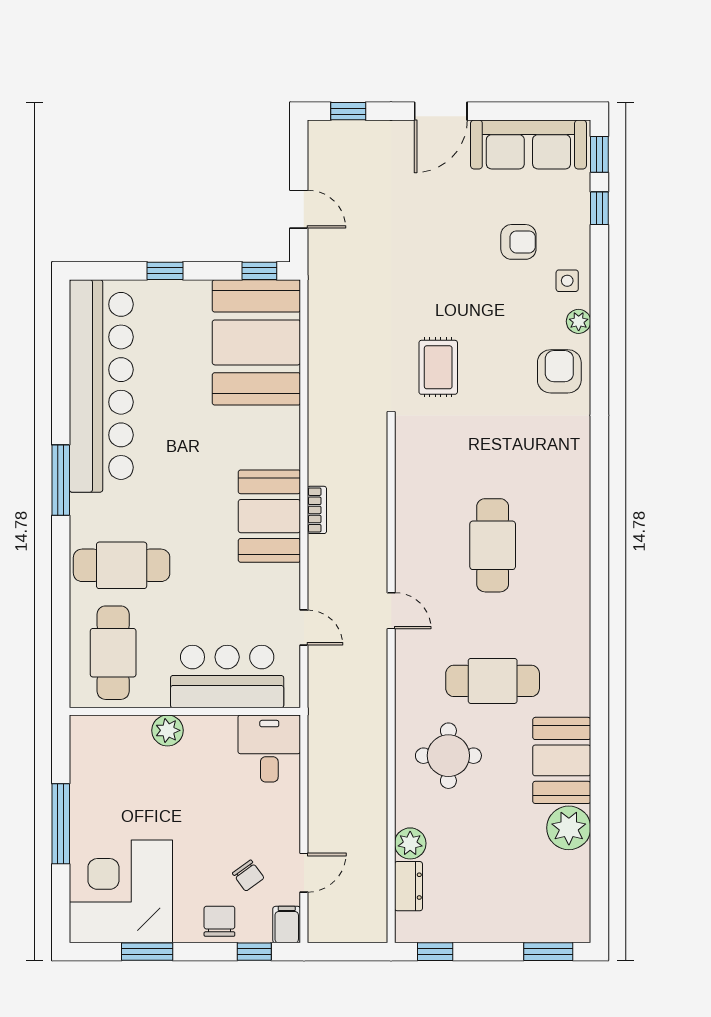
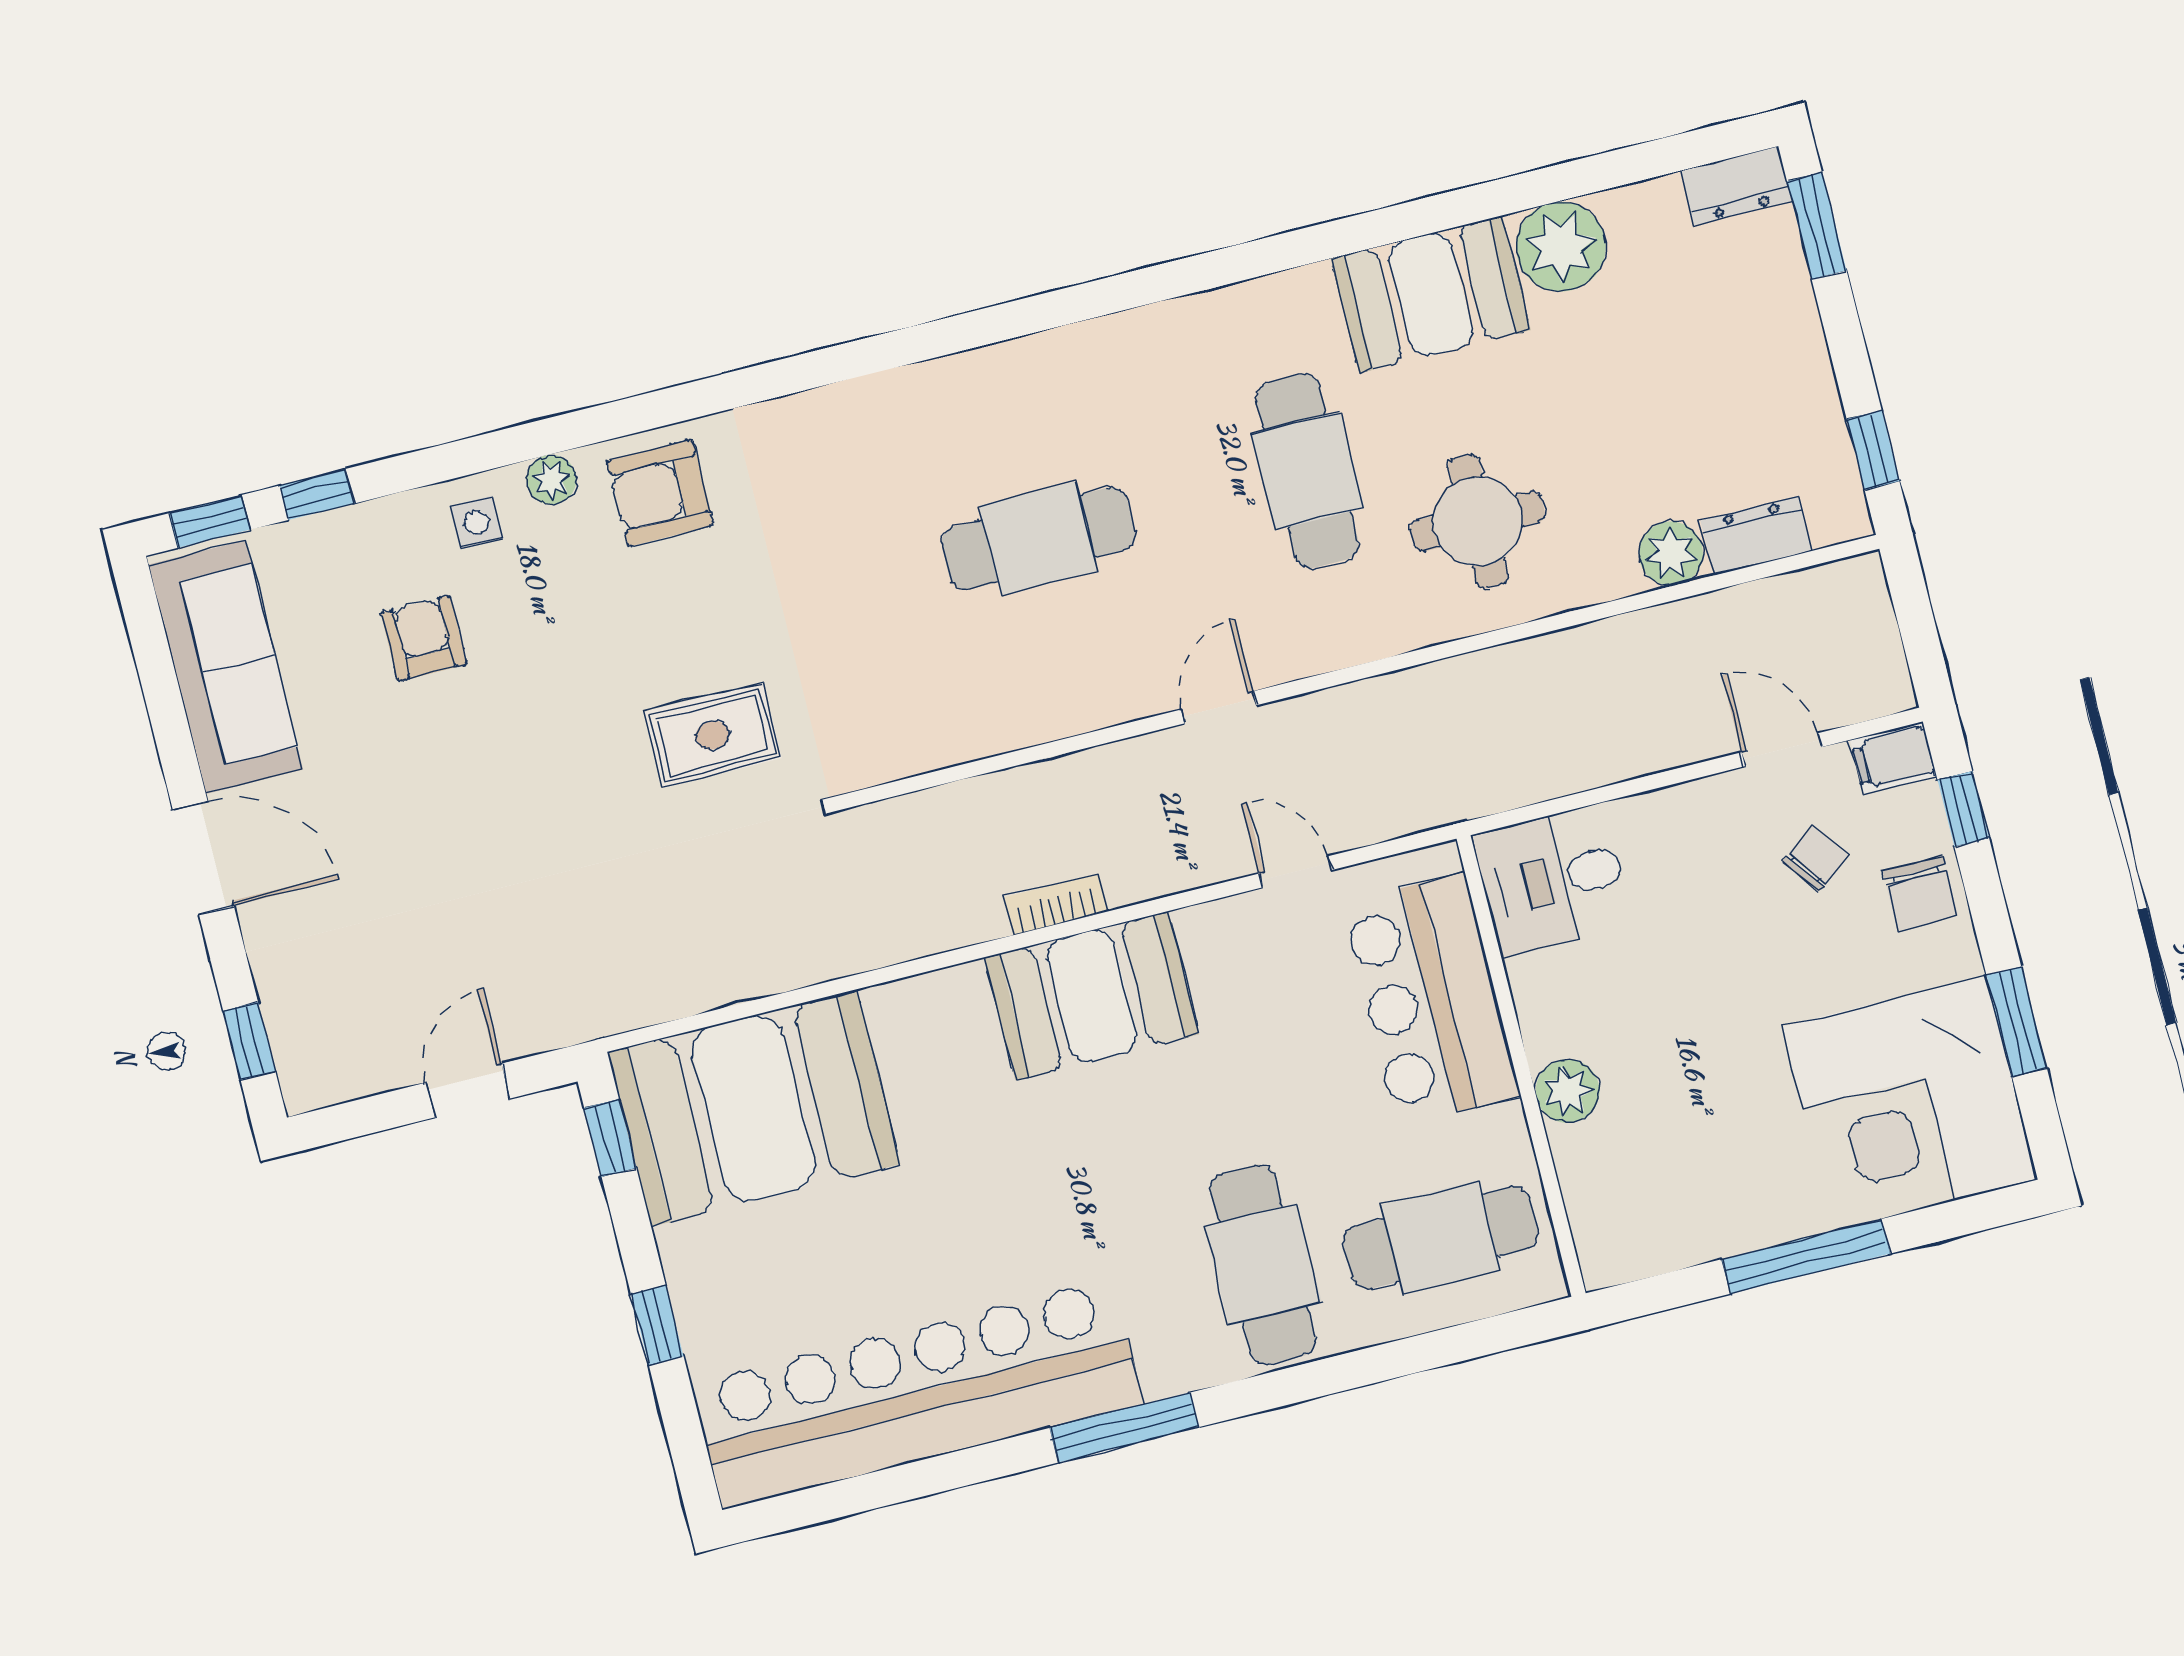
door: (304, 628) -> (1295, 872), hinge flipped
dresser: (577, 918) -> (1736, 186), added
chair: (219, 921) -> (1920, 893), turned -90

